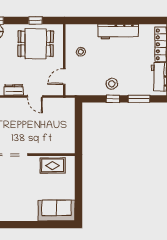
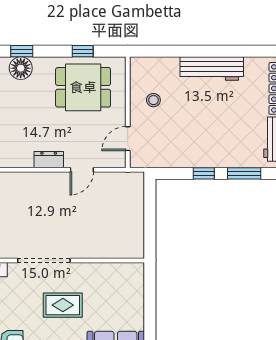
stool: (112, 84) -> (202, 150), removed
door: (35, 96) -> (82, 170), hinge flipped
rug: (52, 165) -> (63, 305), moved

